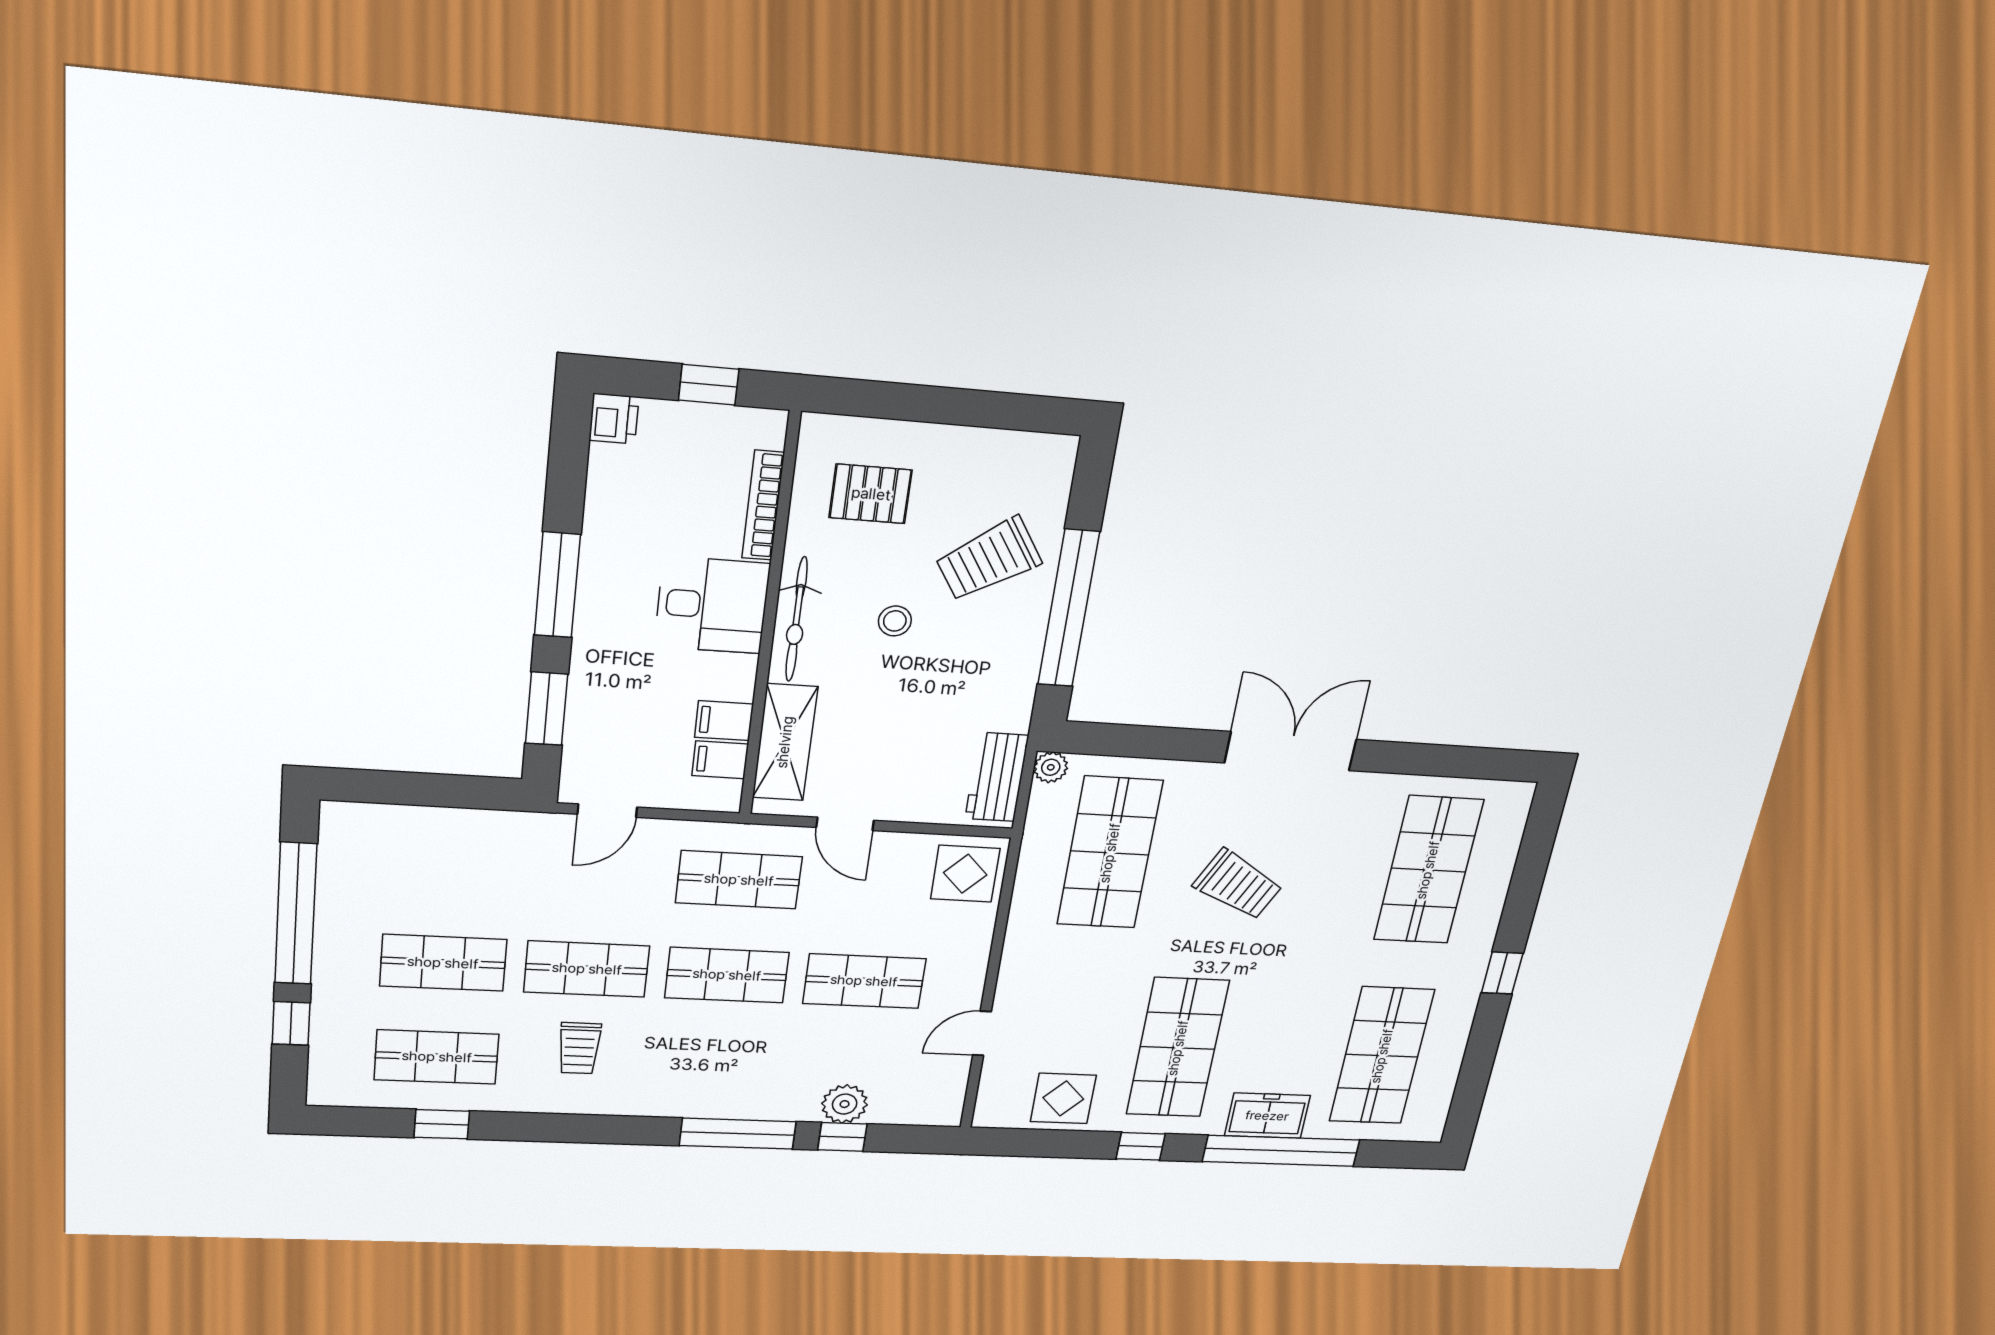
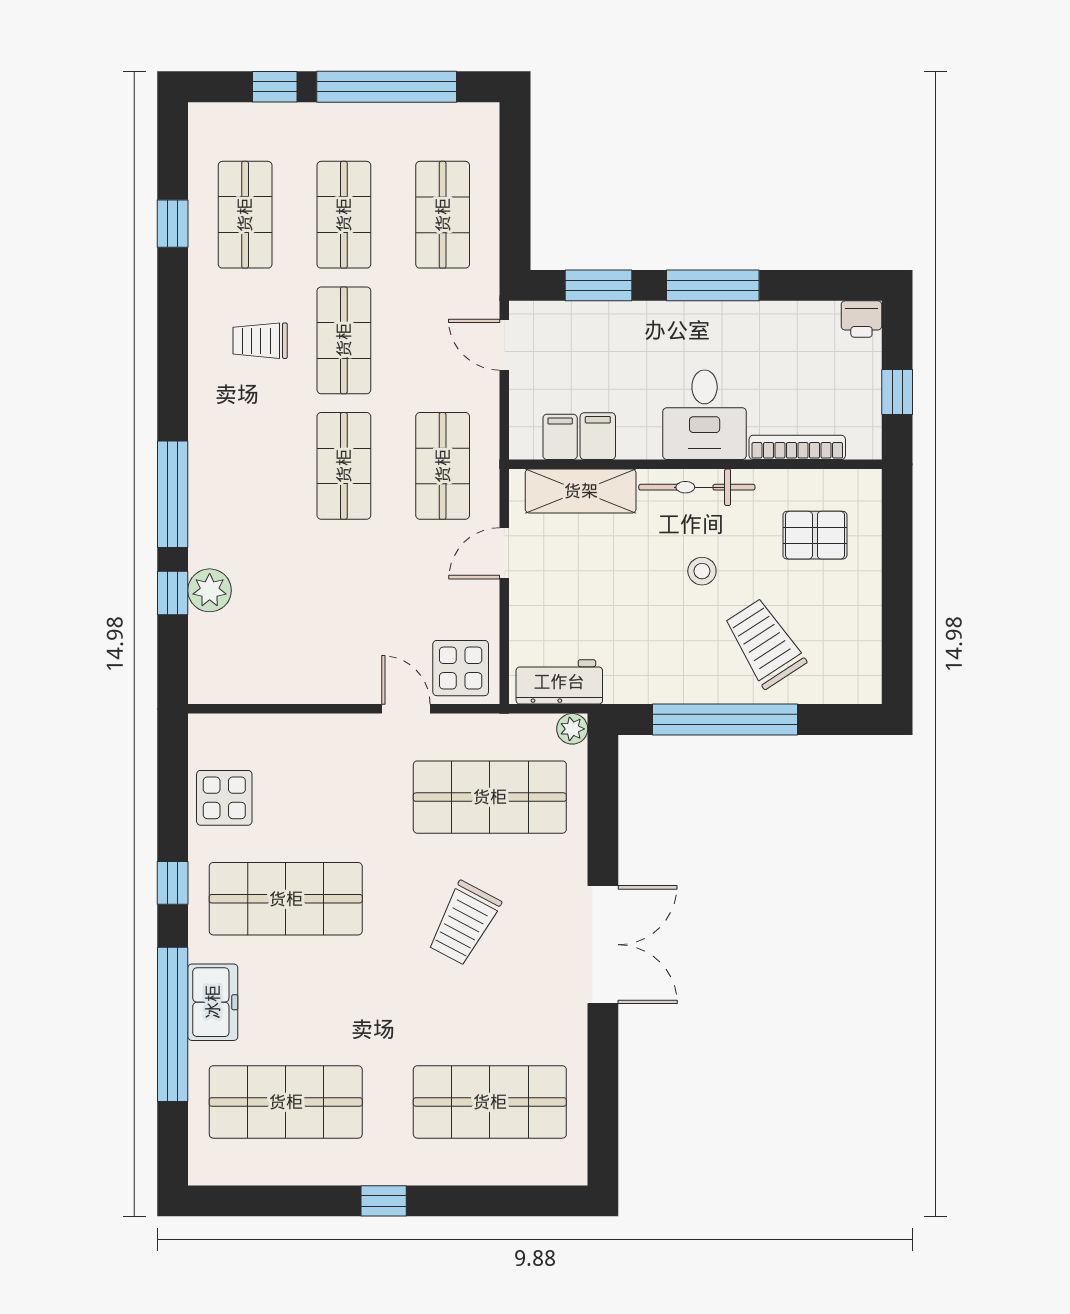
pallet: (871, 494) -> (815, 535), turned 90
shop shelf: (864, 981) -> (443, 215), moved
door: (982, 1033) -> (406, 709), moved

